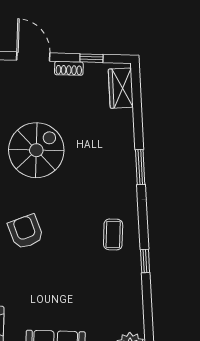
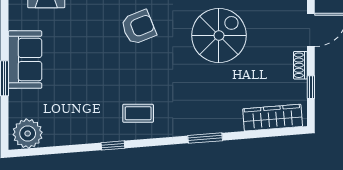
wardrobe: (121, 88) -> (273, 118), width x1.50
spiral stairs: (36, 150) -> (219, 35), turned -90

